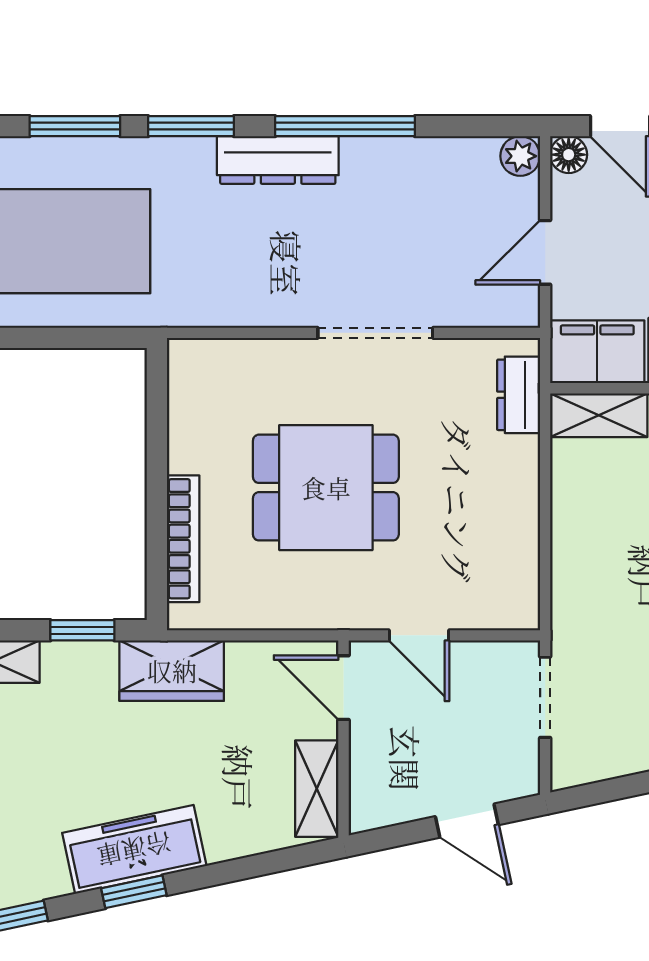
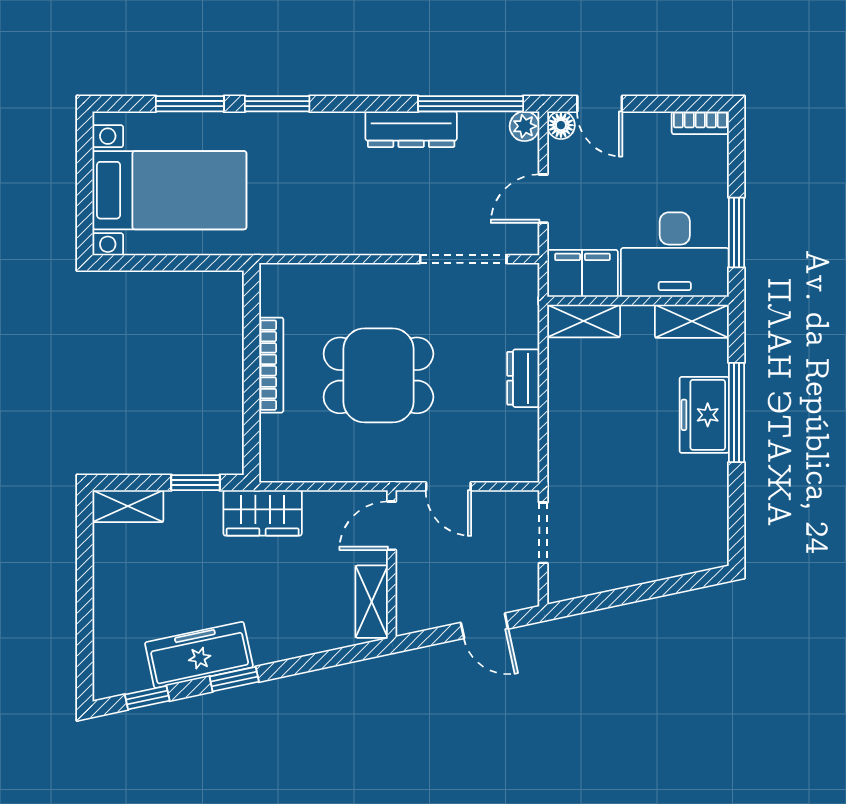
window: (345, 126) -> (471, 104), moved
dresser: (278, 160) -> (411, 129), moved
doorway: (375, 333) -> (463, 259), moved
dresser: (519, 395) -> (523, 378), moved
bookcase: (183, 539) -> (271, 365), moved
door: (343, 688) -> (392, 526), hinge flipped
freezer: (134, 849) -> (199, 655), moved

